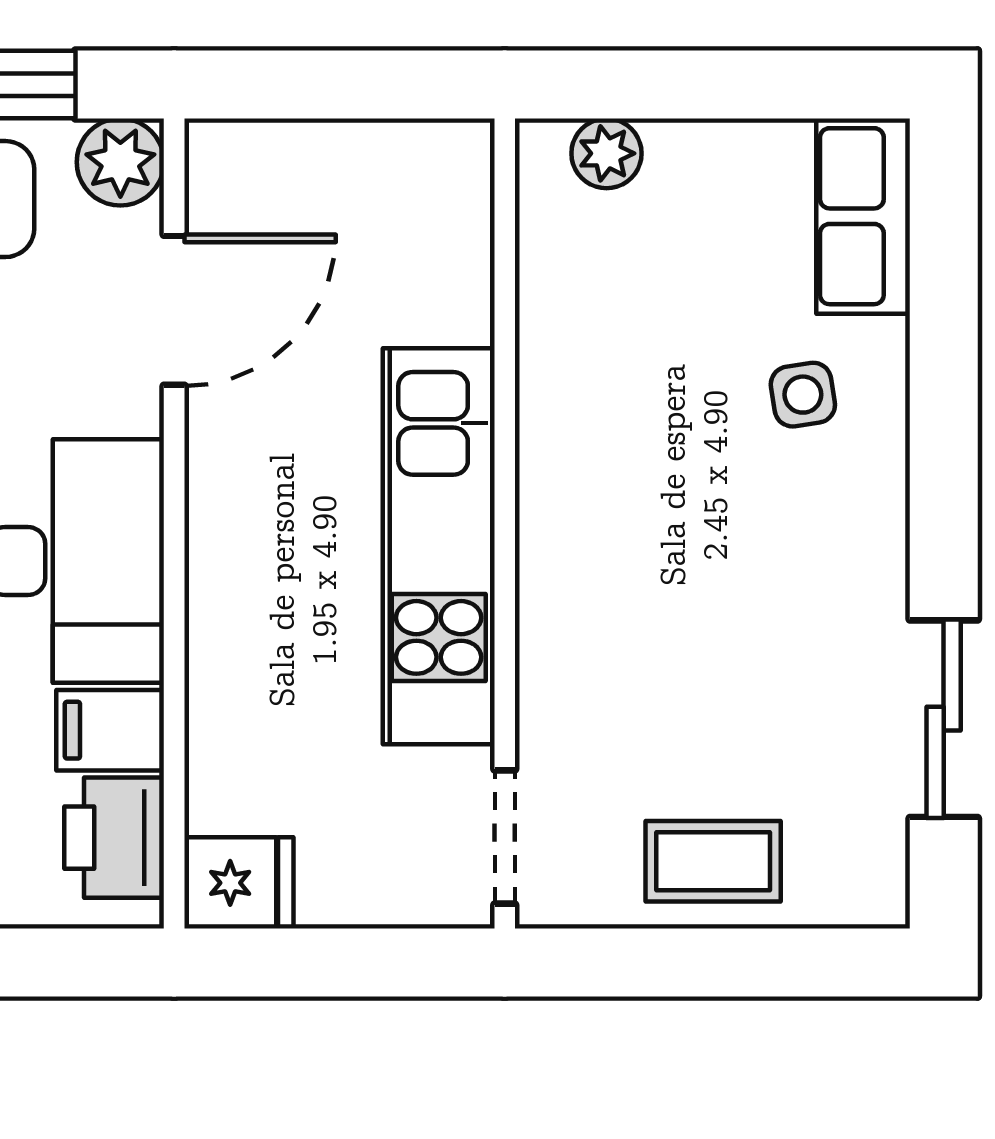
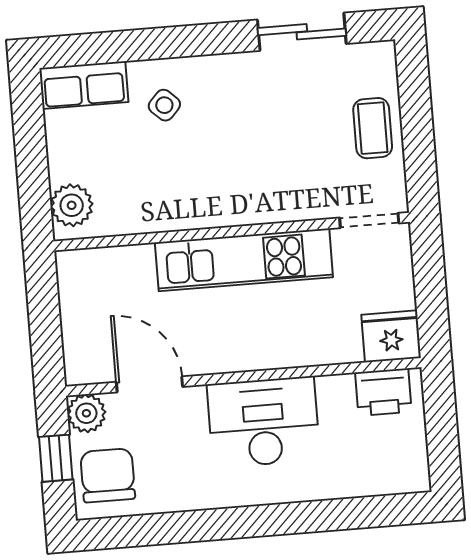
plant: (606, 153) -> (72, 205), width x1.38, depth x1.38
side table: (803, 395) -> (164, 105), turned -38
filing cabinet: (110, 730) -> (336, 398), removed
fridge: (239, 883) -> (391, 336), width x1.38

